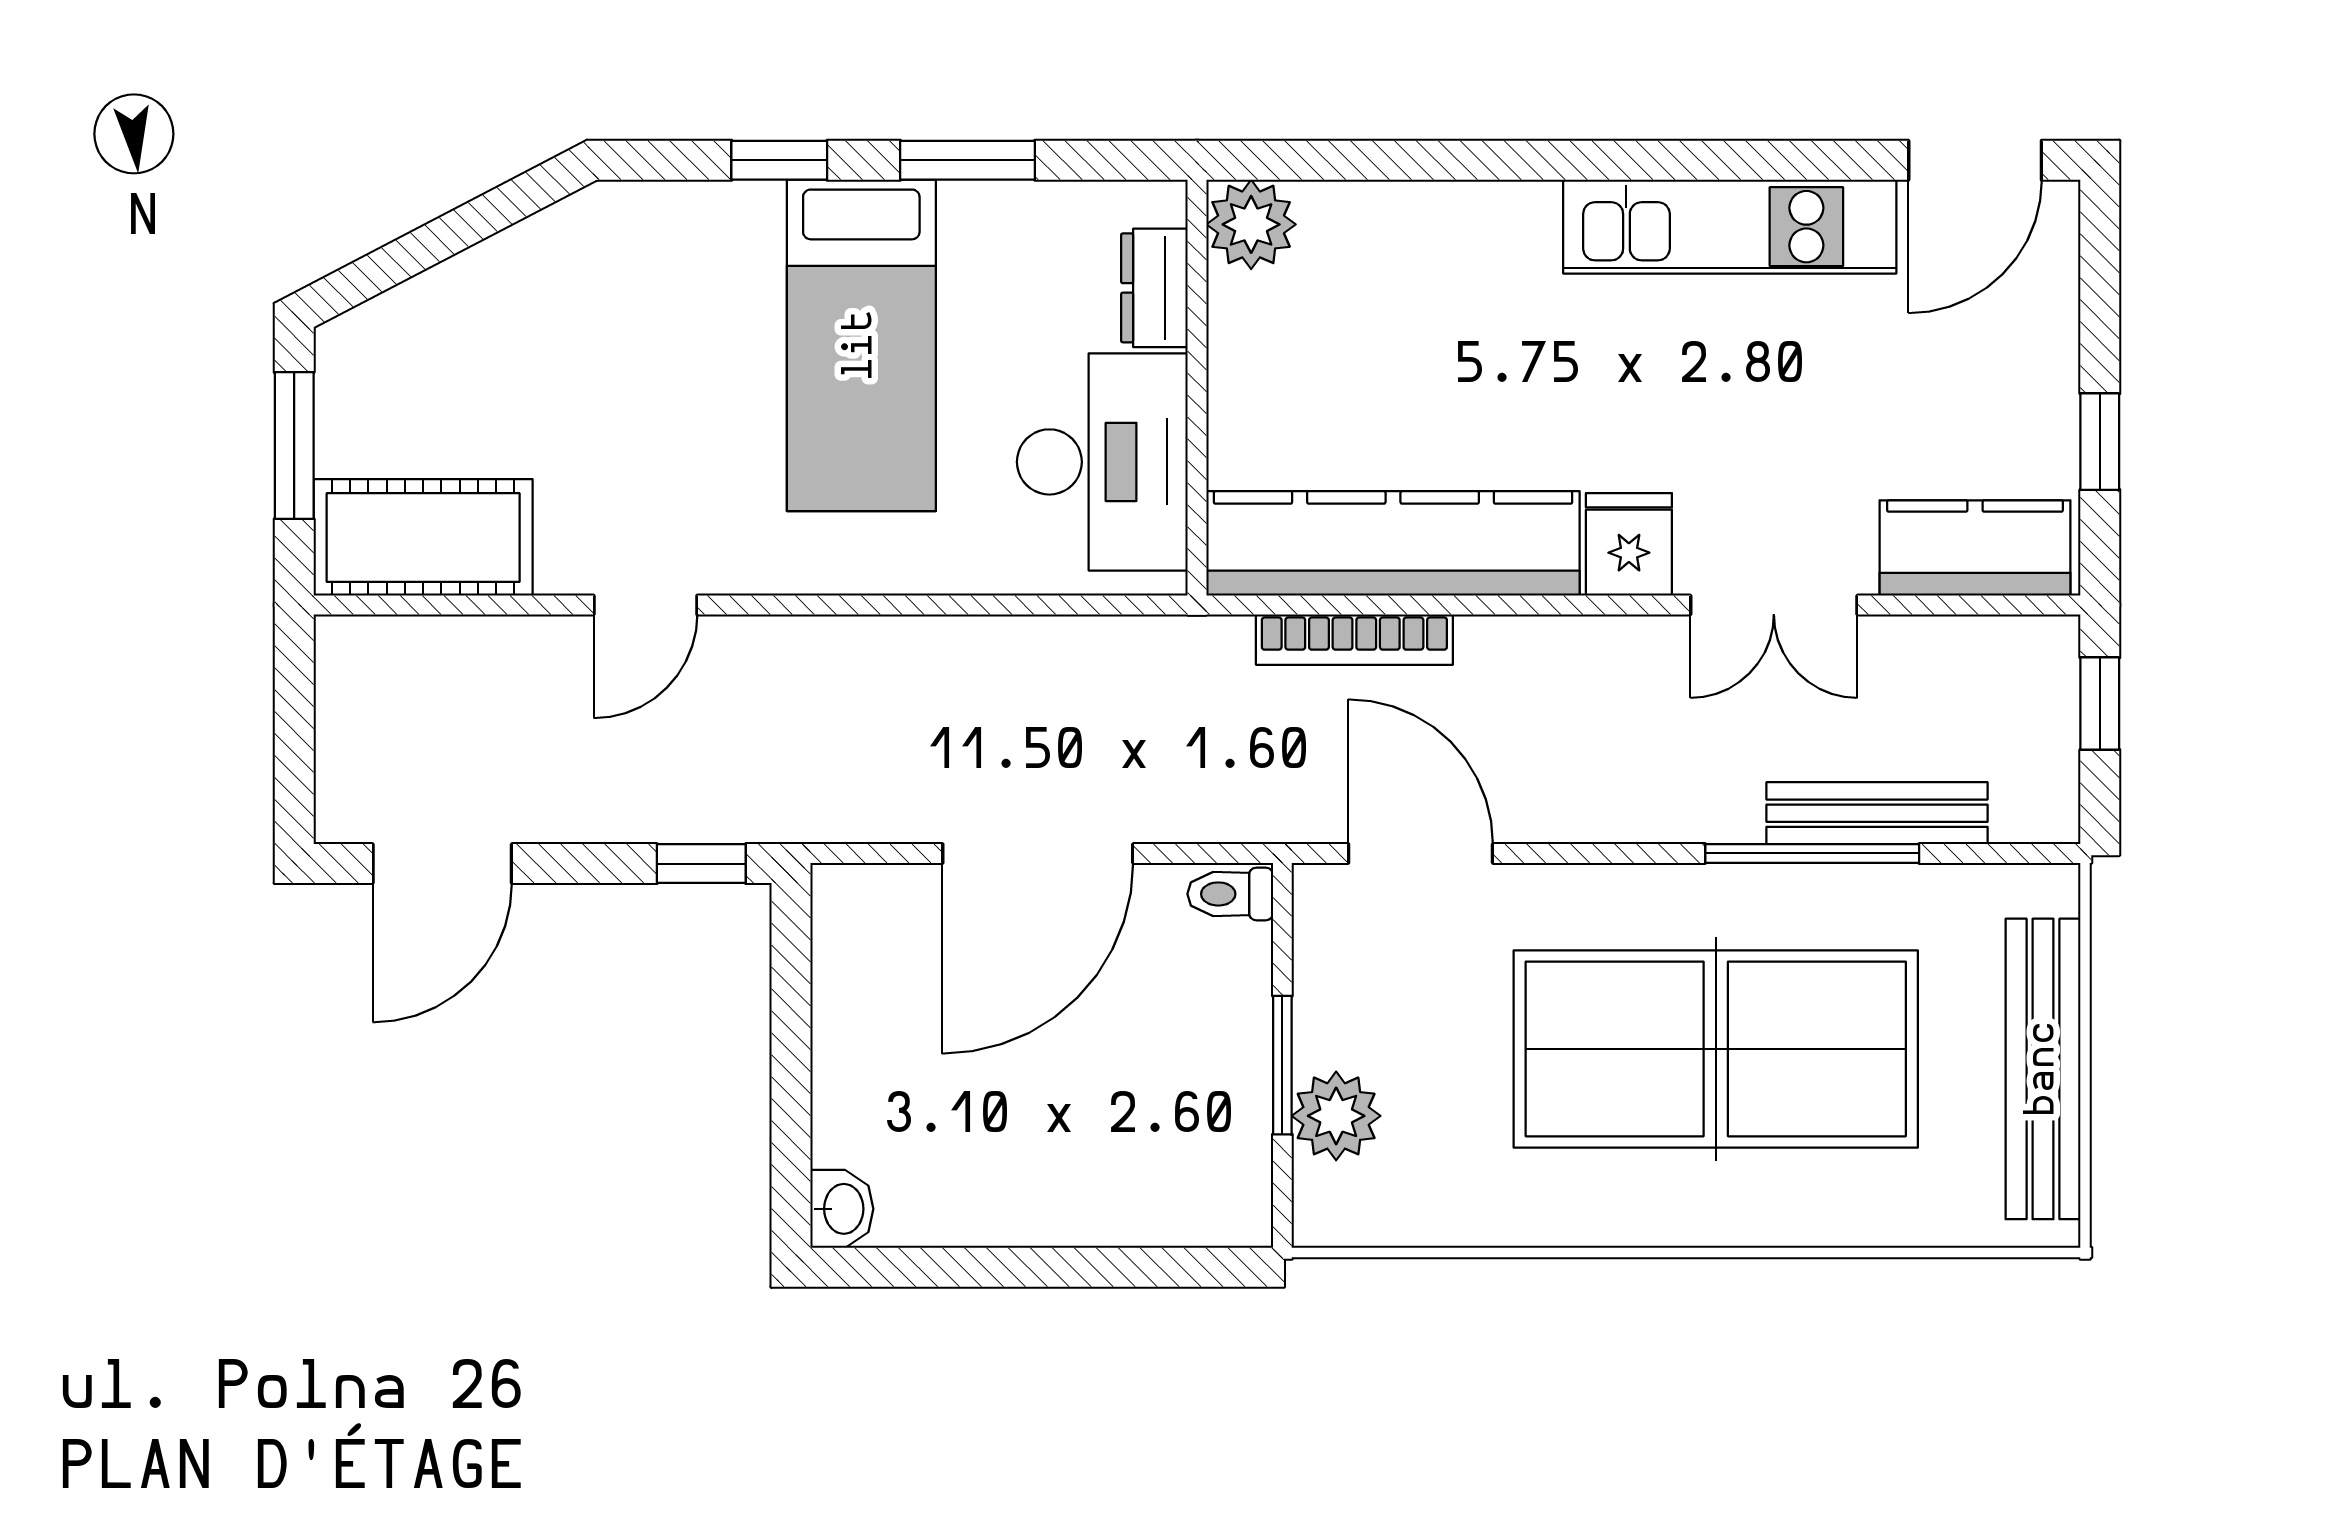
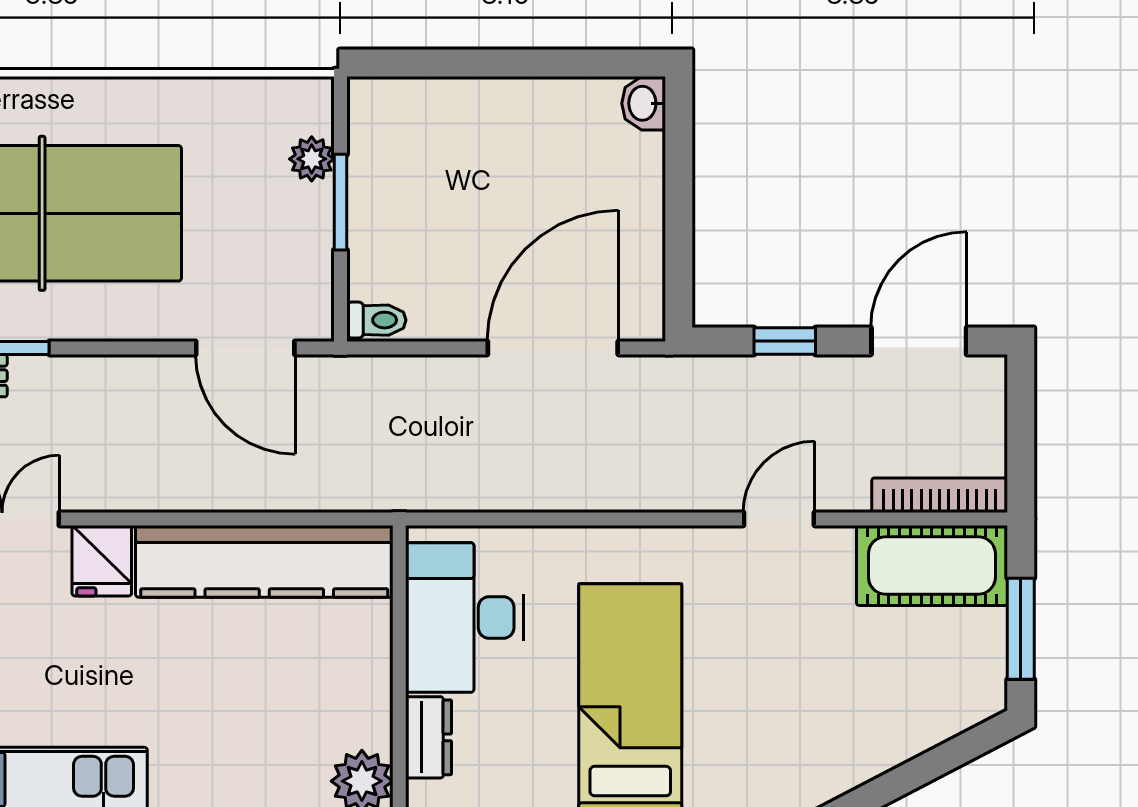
bookcase: (1354, 640) -> (940, 495), moved
door: (1038, 853) -> (553, 348), moved
window: (701, 864) -> (785, 341), moved
plant: (1336, 1116) -> (312, 159), width x0.73, depth x0.73

